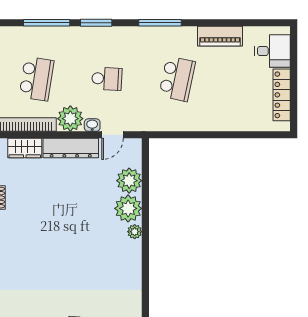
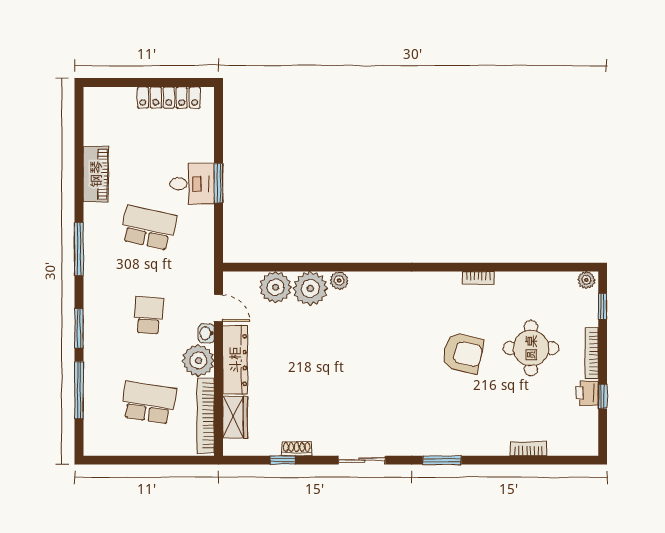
desk: (272, 51) -> (192, 184), moved, turned 90
window: (213, 135) -> (218, 183), added

